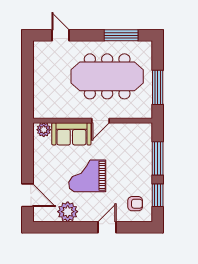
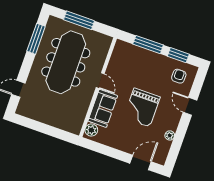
window: (158, 87) -> (79, 20), moved
plant: (68, 212) -> (170, 135), width x0.53, depth x0.53

